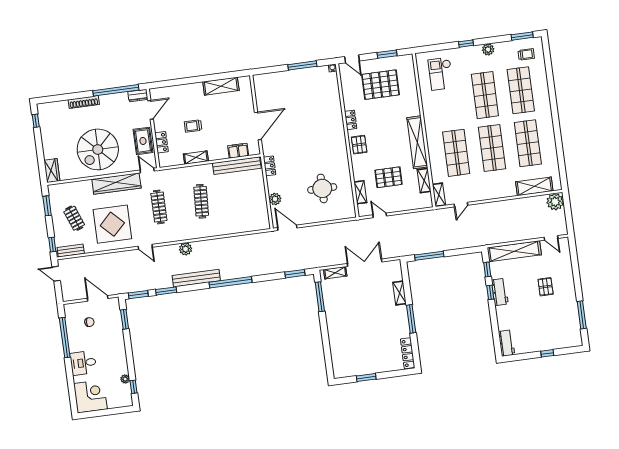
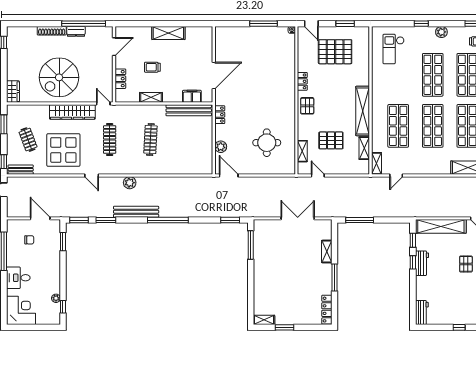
shelving: (221, 86) -> (168, 33), moved
dresser: (138, 96) -> (76, 31), moved
rug: (143, 141) -> (103, 75), removed
shelving: (335, 273) -> (264, 320), moved

